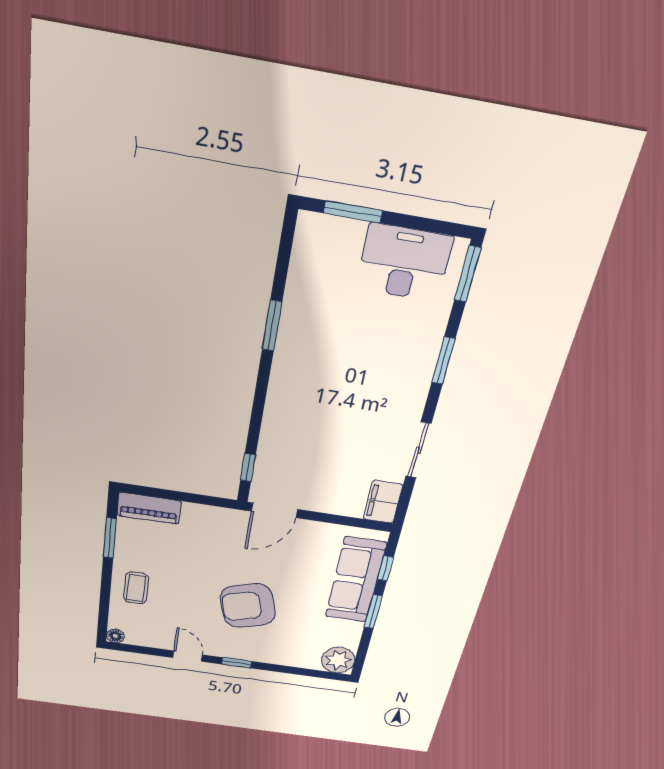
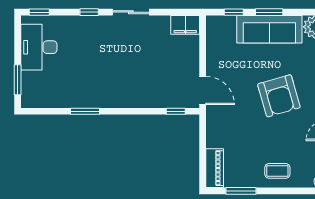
window: (468, 274) -> (39, 12), width x0.67
window: (443, 361) -> (89, 12), width x0.67
sliding door: (418, 450) -> (131, 12), moved
sofa: (356, 580) -> (269, 29), moved

